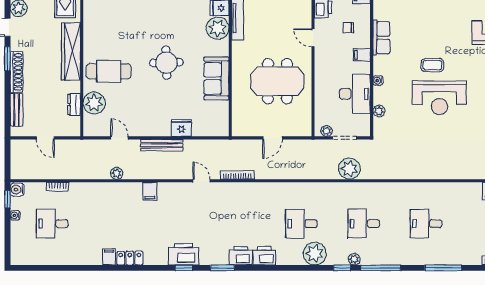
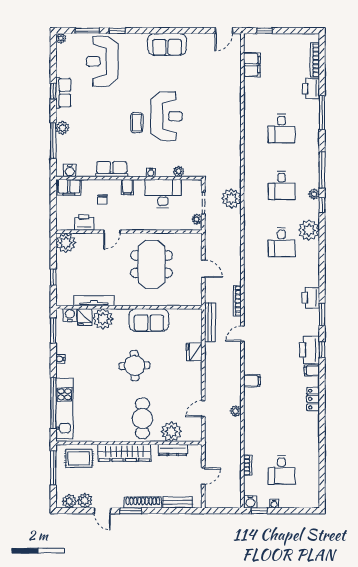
dresser: (74, 104) -> (173, 450), width x1.44
bench: (162, 145) -> (210, 322), moved
printer: (264, 256) -> (311, 88), moved
filing cabinet: (109, 257) -> (312, 370), moved

